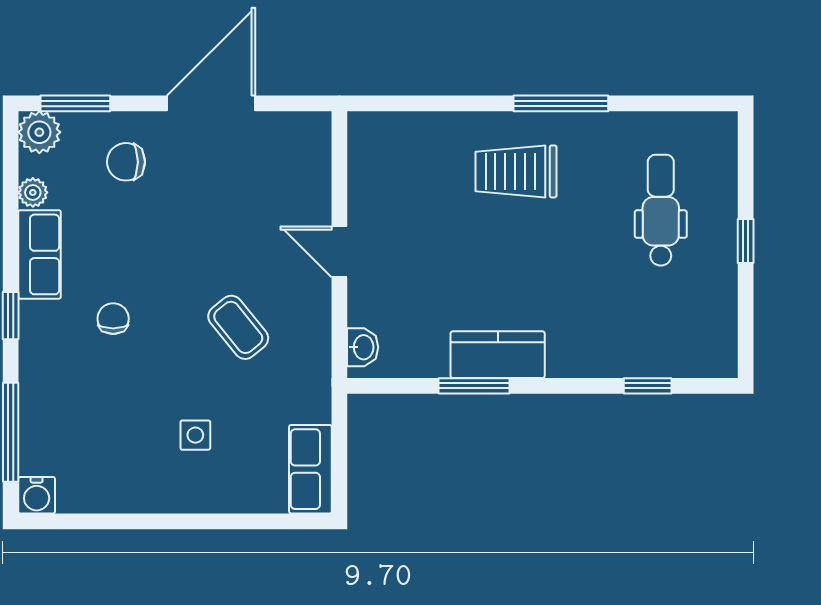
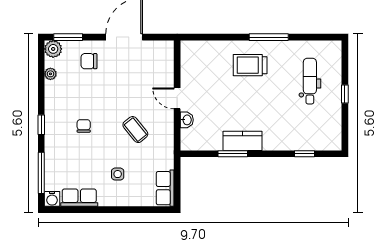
row of seats: (40, 254) -> (79, 198), moved, turned -90
washbasin: (363, 347) -> (187, 120), moved

